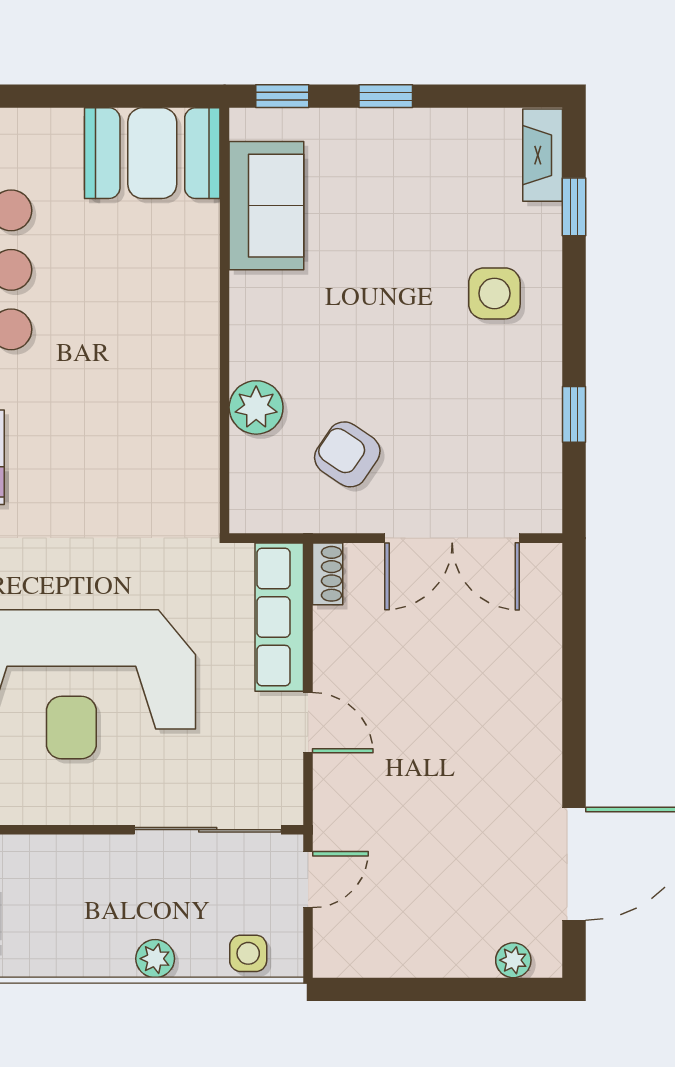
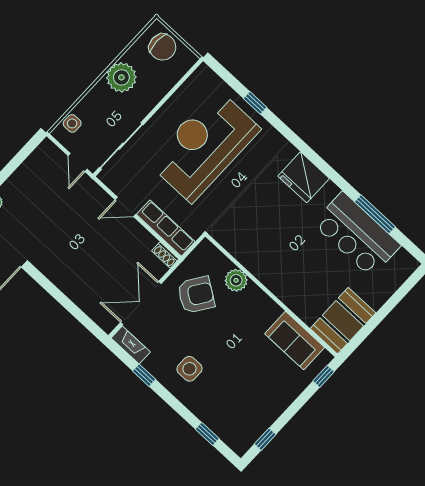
window: (386, 96) -> (265, 439), moved
fireplace: (543, 155) -> (131, 345), moved
side table: (494, 293) -> (189, 369), moved
armchair: (347, 454) -> (196, 295), width x1.38, depth x1.38
plant: (155, 959) -> (121, 77), moved, width x1.87, depth x1.87

